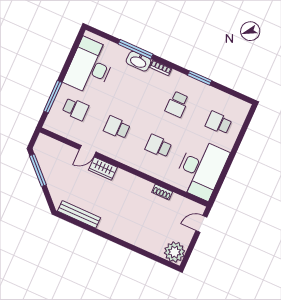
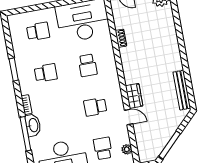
school desk: (219, 123) -> (38, 31), turned -90
school desk: (117, 128) -> (95, 107), turned 90
plant: (60, 130) -> (127, 149), added

